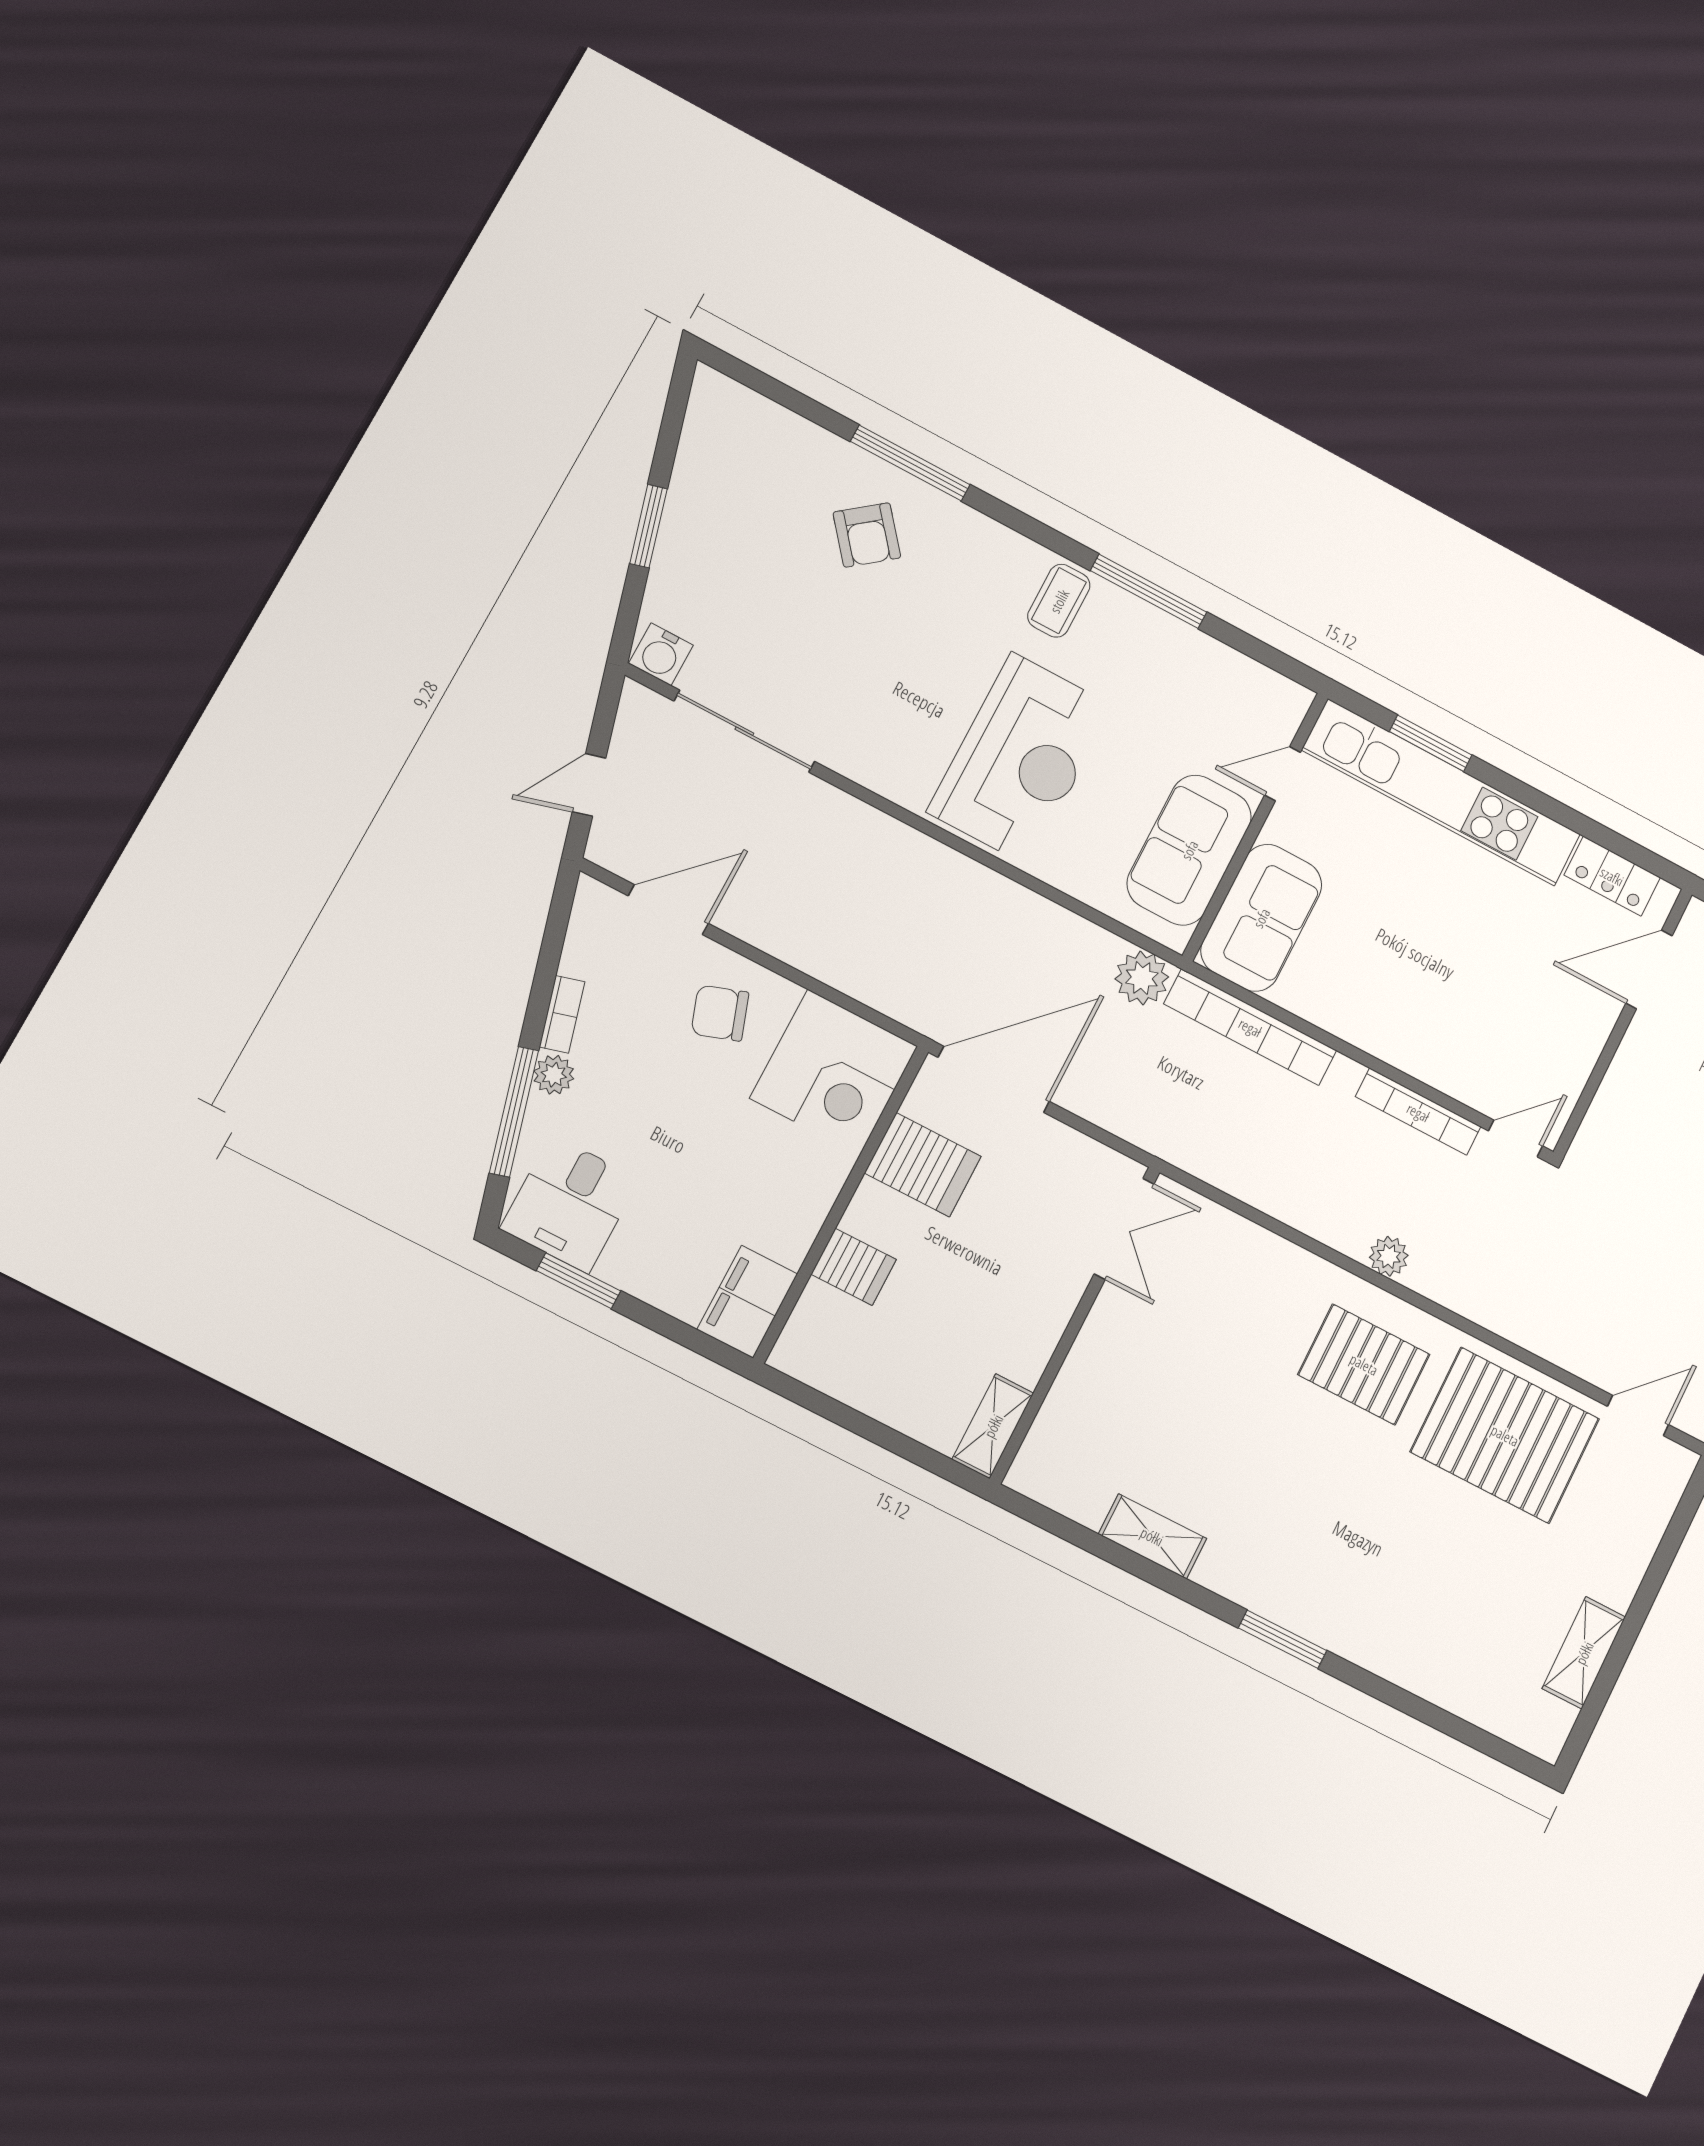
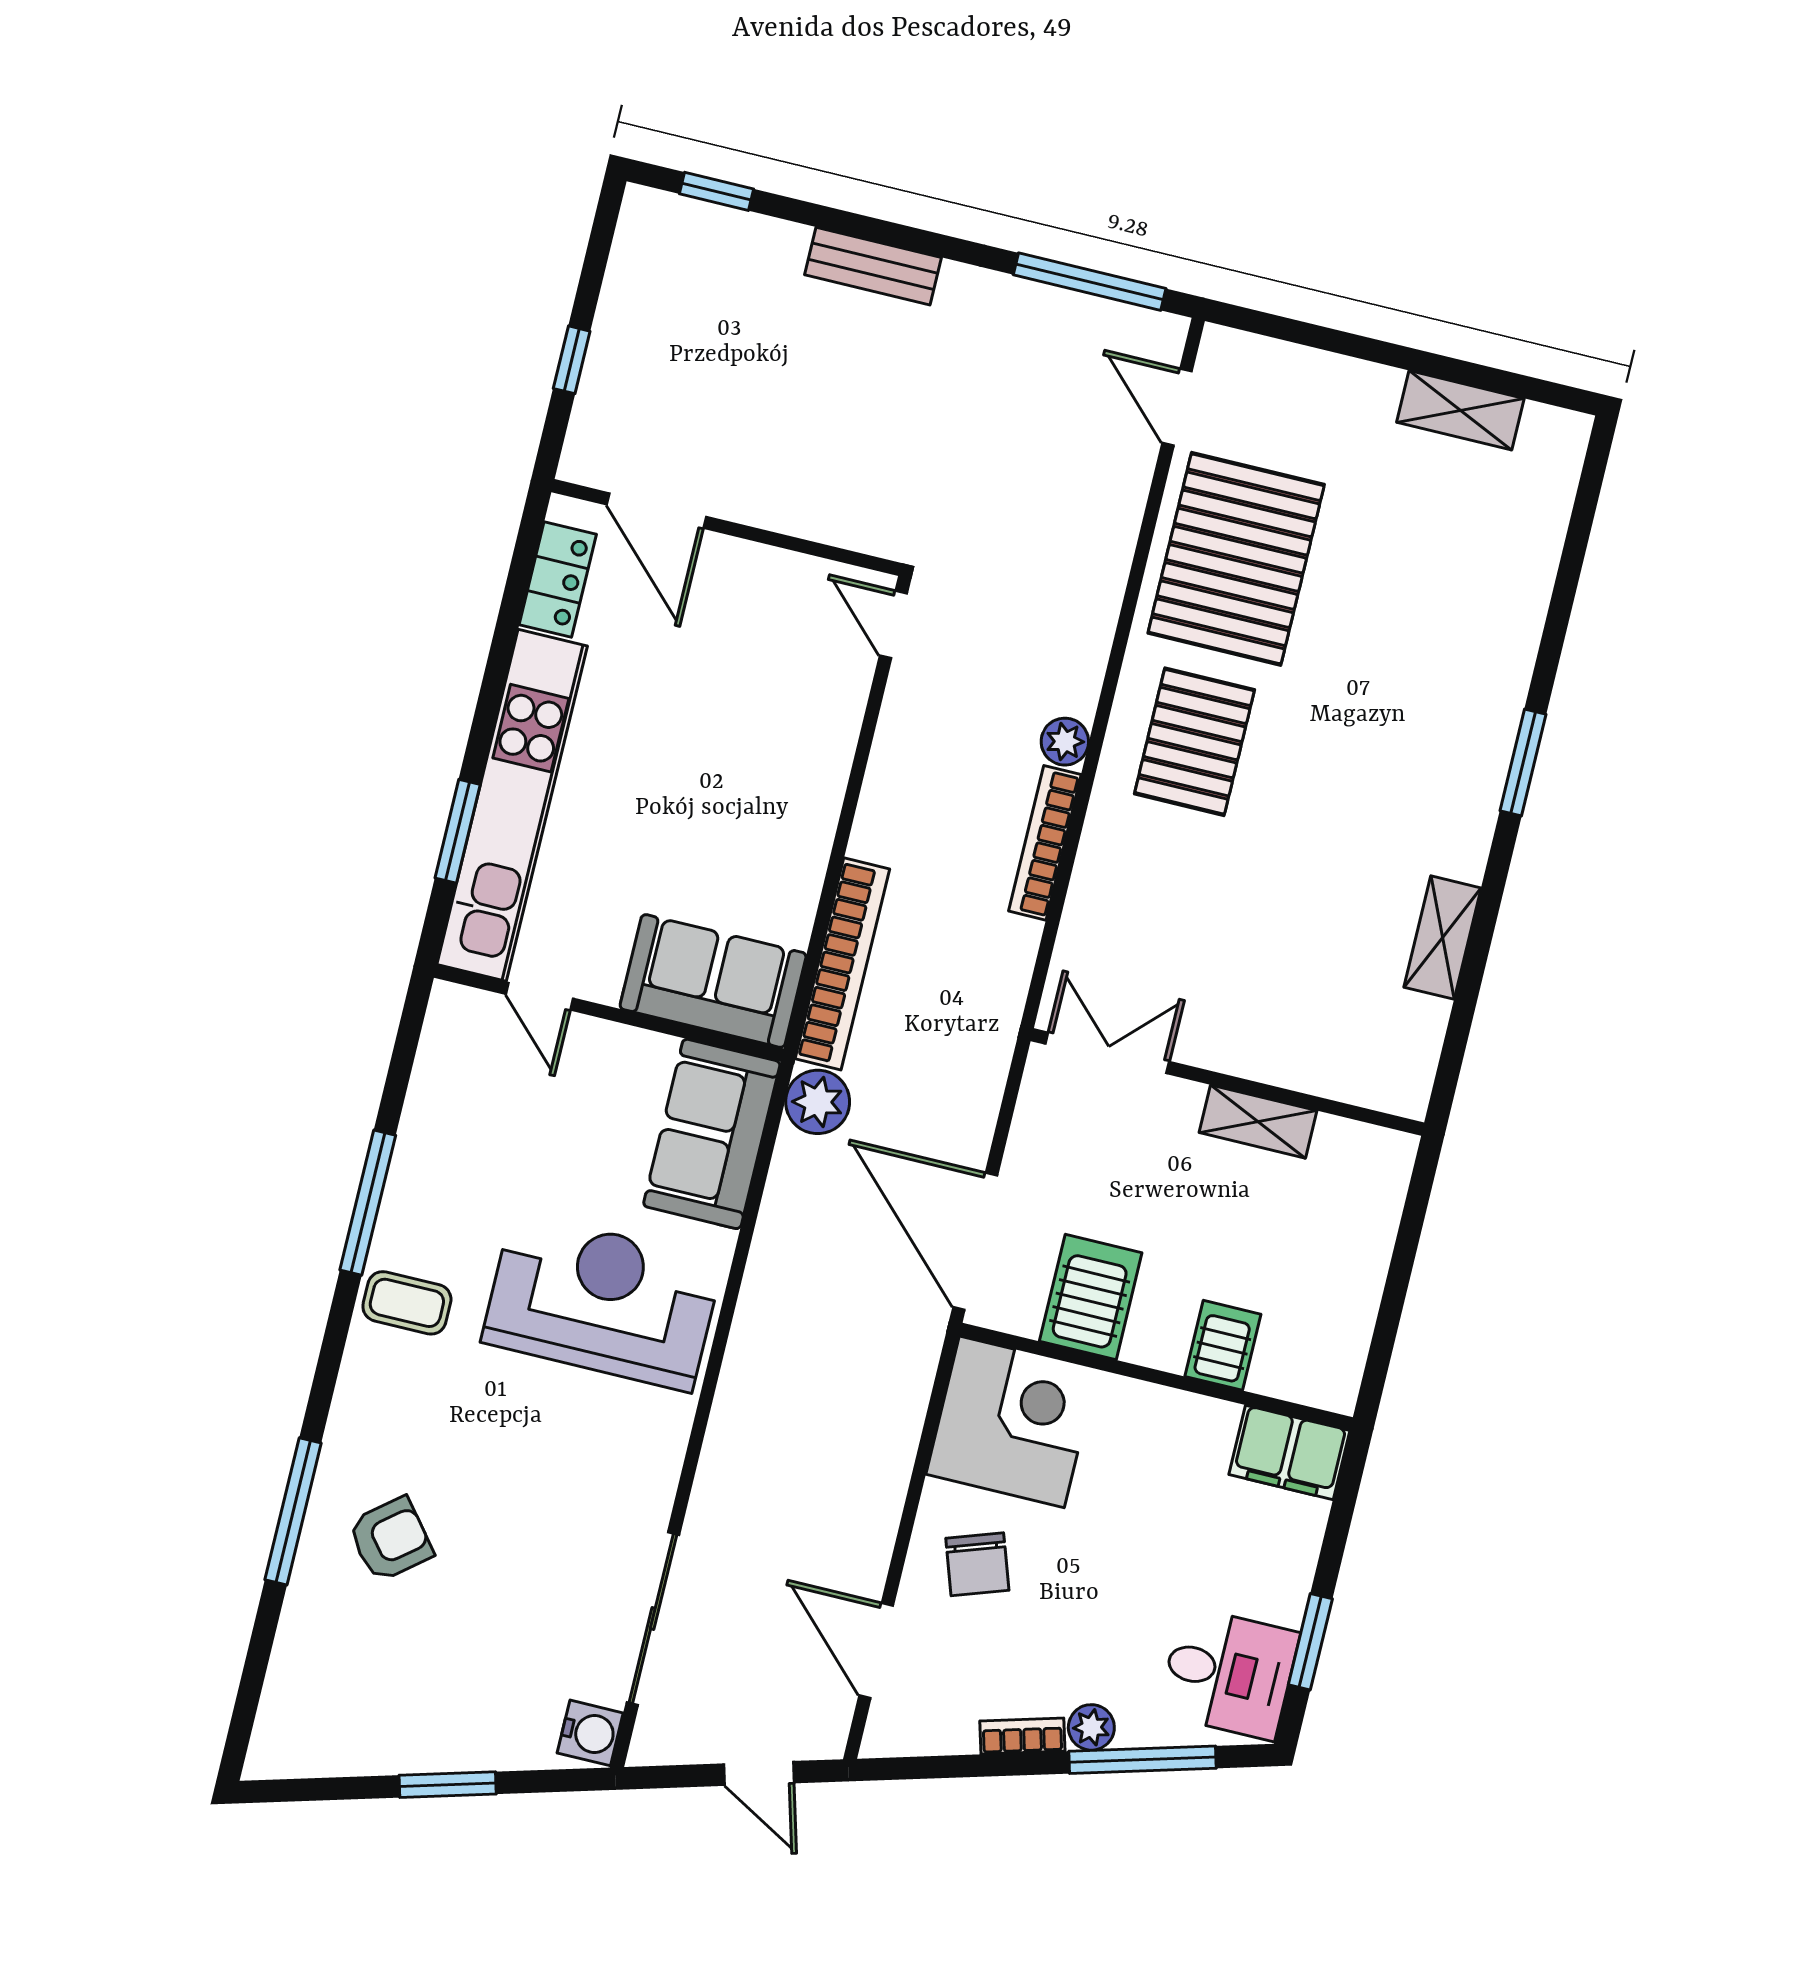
sofa: (1189, 850) -> (712, 1134), moved, turned 90
bookcase: (1418, 1112) -> (1045, 843), moved, turned 180
shelving: (993, 1426) -> (1258, 1122), moved

